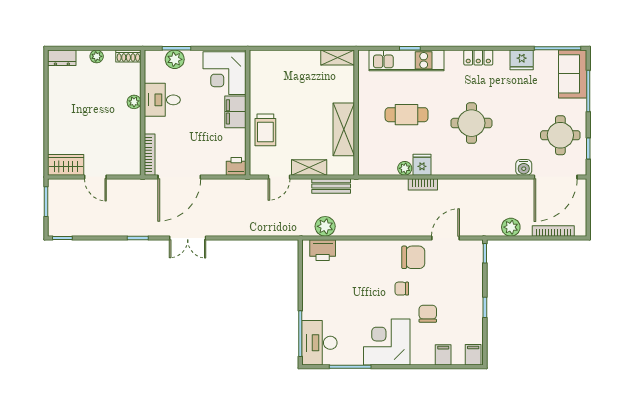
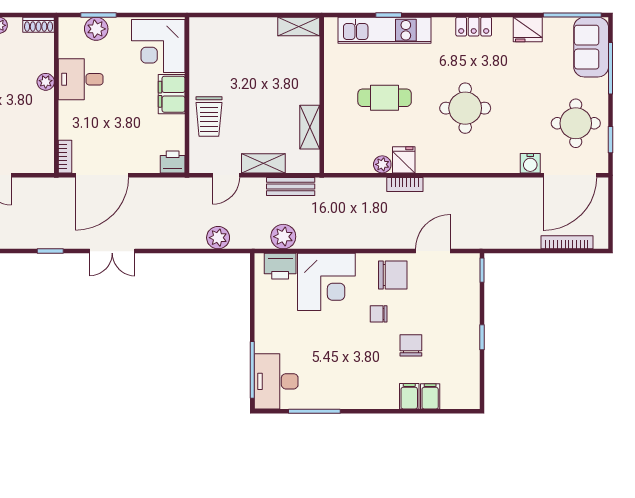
shelving: (344, 129) -> (310, 127), width x0.67, depth x0.75
bookcase: (150, 155) -> (65, 157), width x0.64
plant: (511, 227) -> (218, 238), moved
corner desk: (387, 342) -> (326, 282), moved, turned 180
filing cabinet: (473, 355) -> (409, 396), moved

